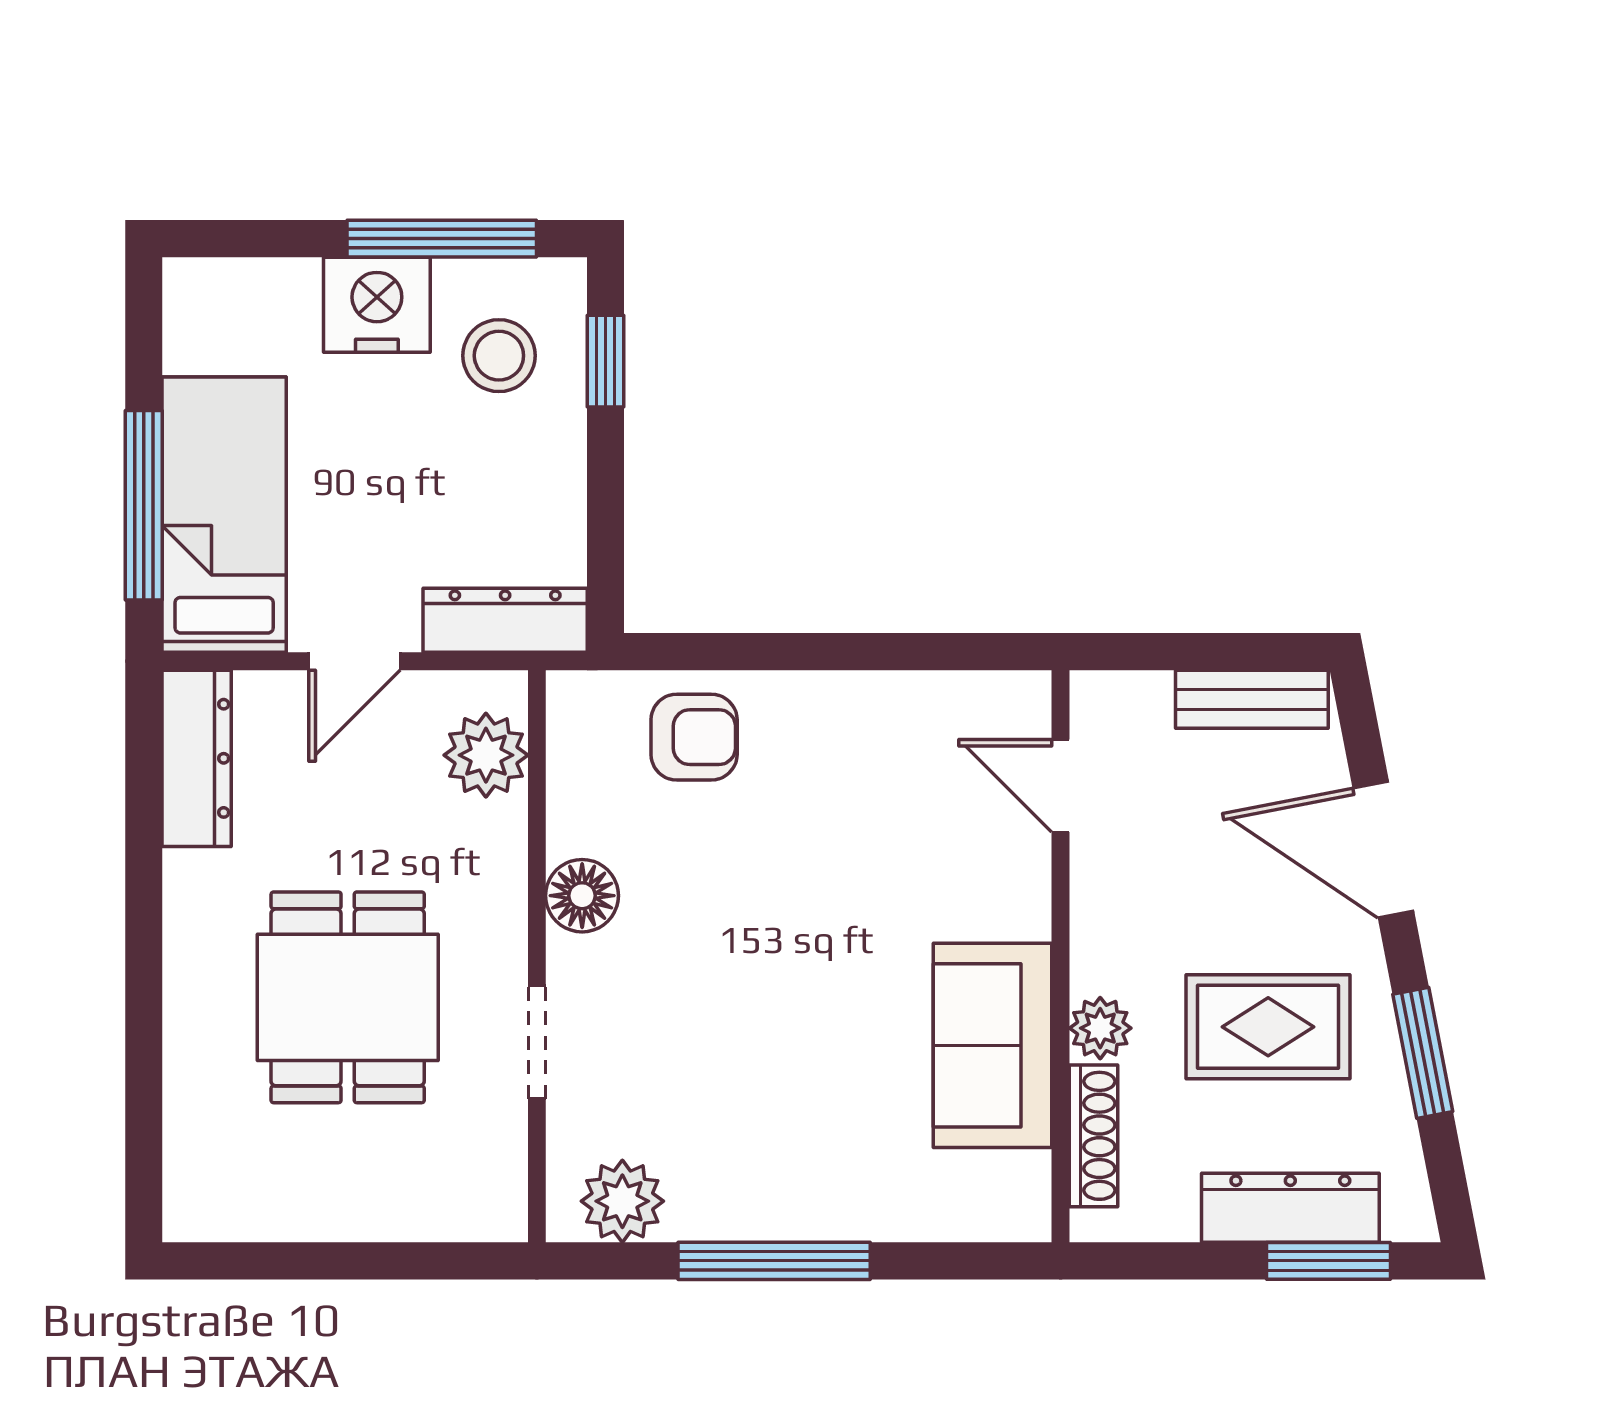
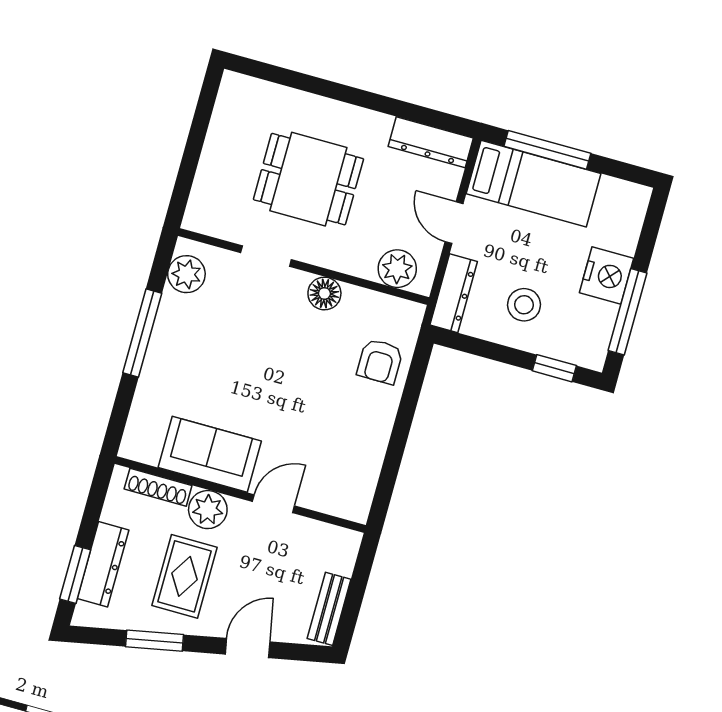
stool: (499, 356) -> (524, 305), moved
door: (1061, 786) -> (273, 504), moved
door: (1383, 850) -> (248, 648), width x0.73
plant: (1100, 1028) -> (208, 510), width x1.38, depth x1.38

